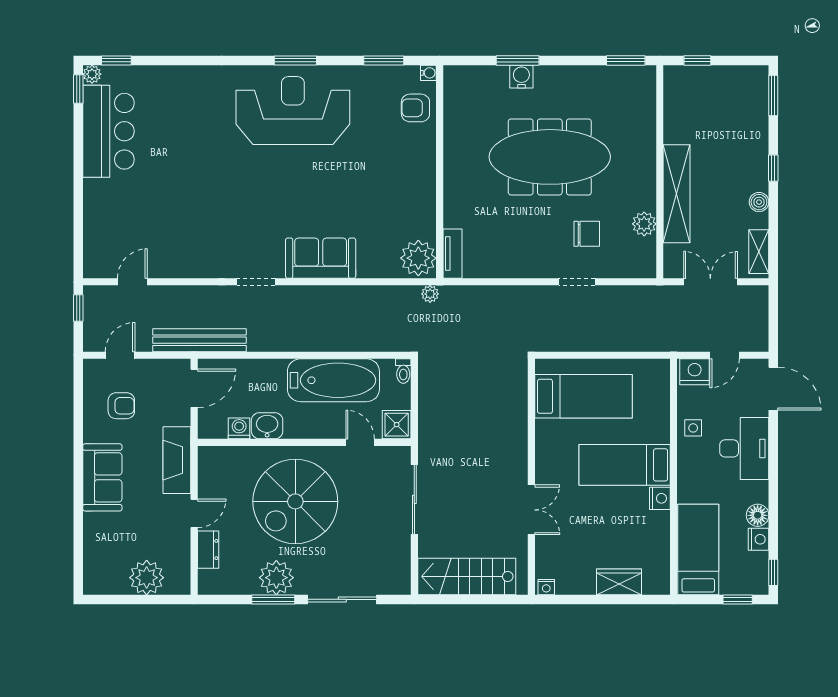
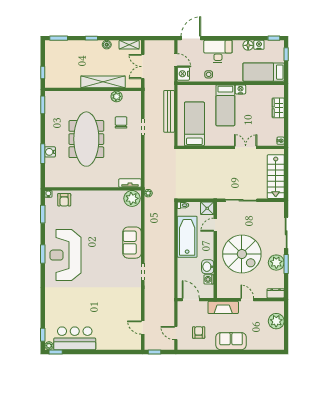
bench: (200, 340) -> (169, 111), moved
dresser: (208, 550) -> (276, 293), moved

